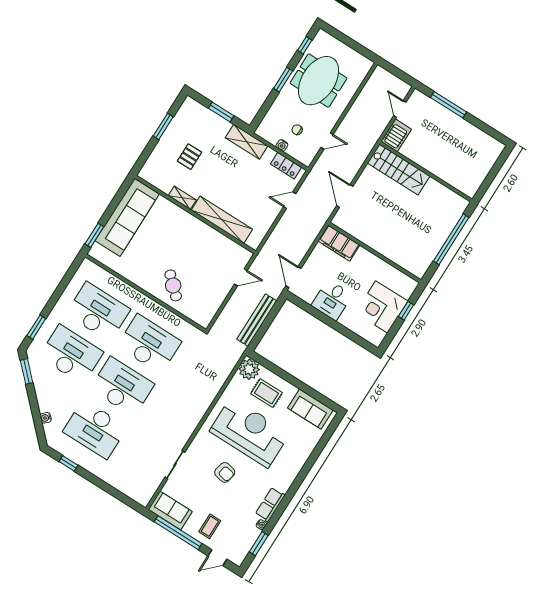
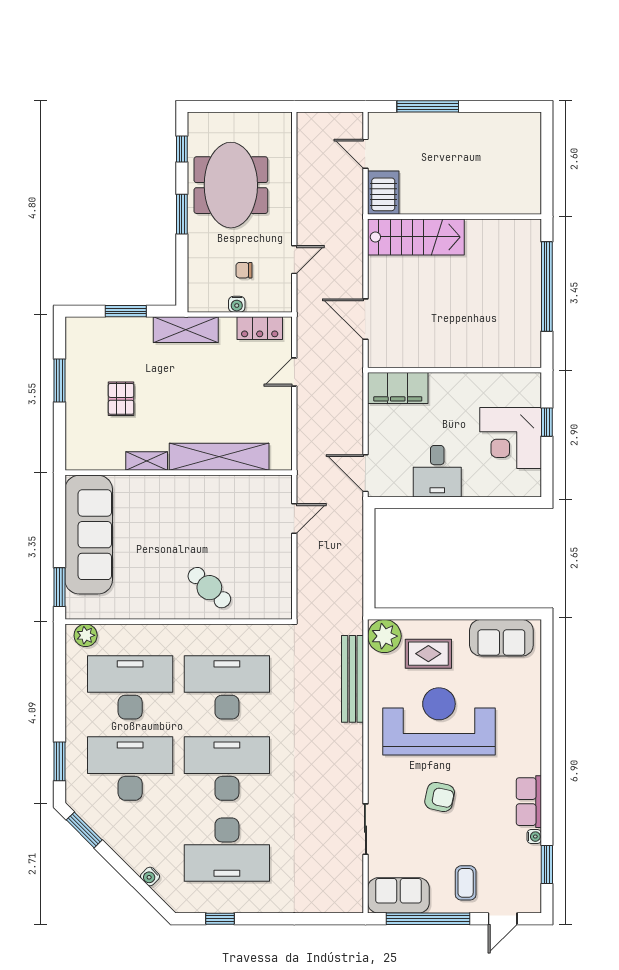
plant: (92, 269) -> (86, 635), added
bench: (257, 320) -> (352, 679), moved

